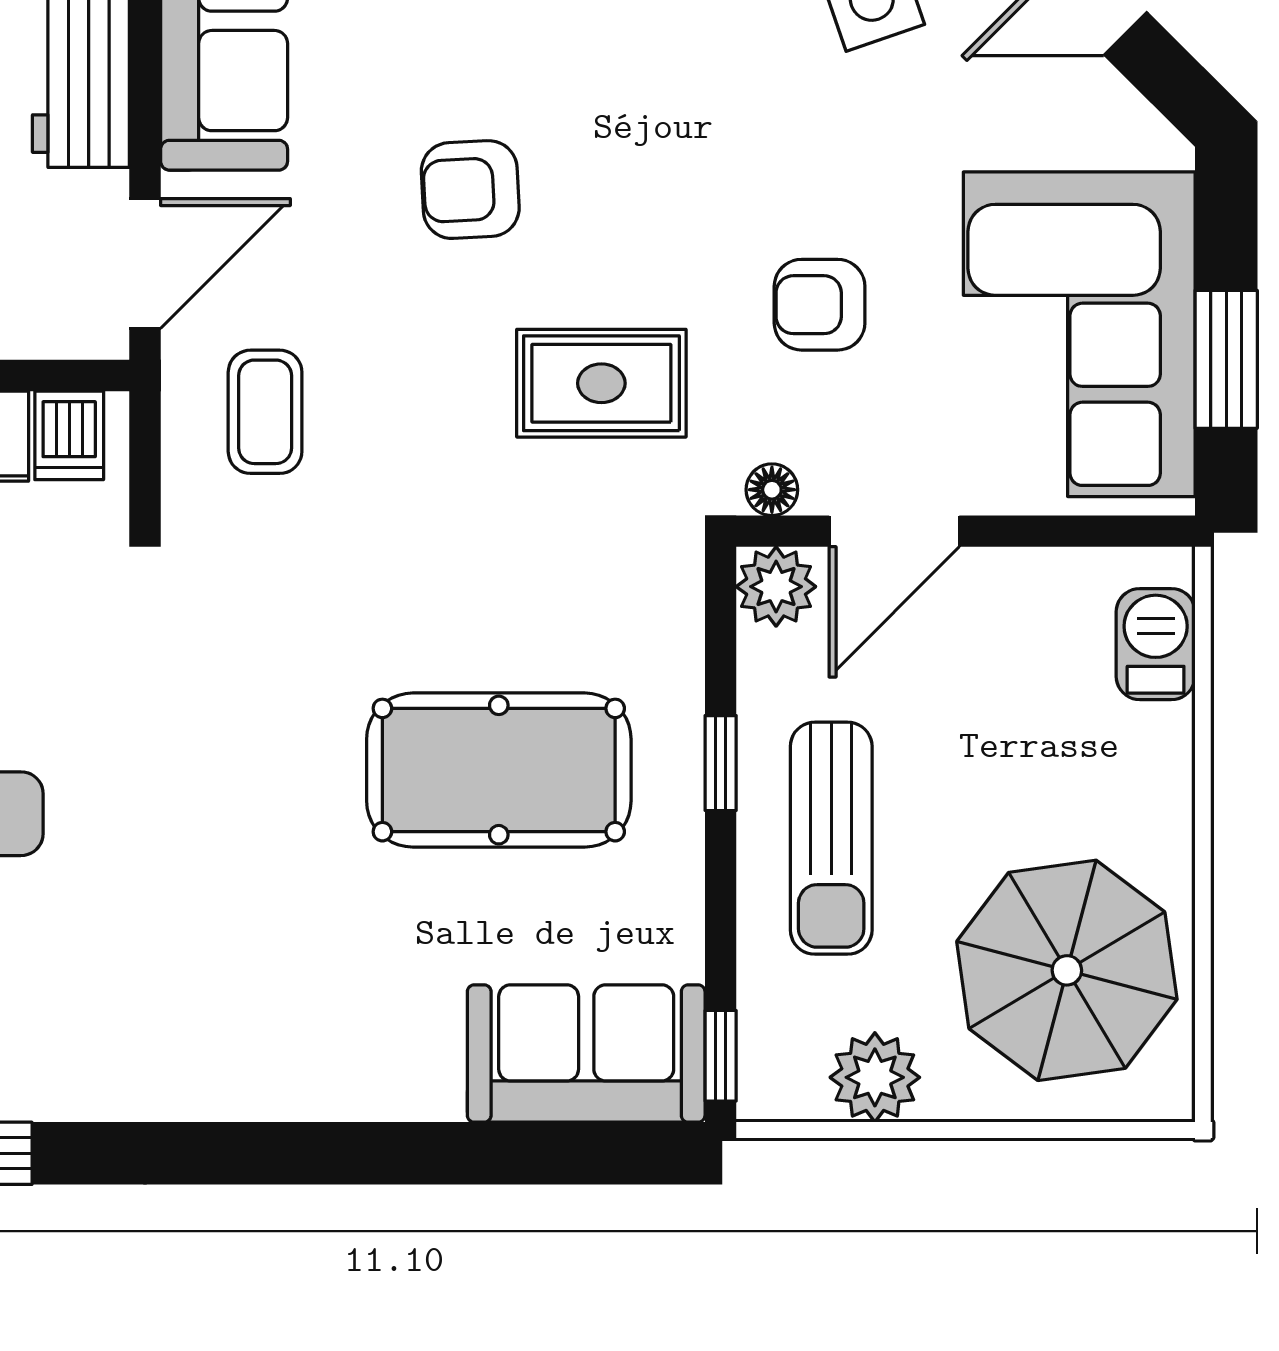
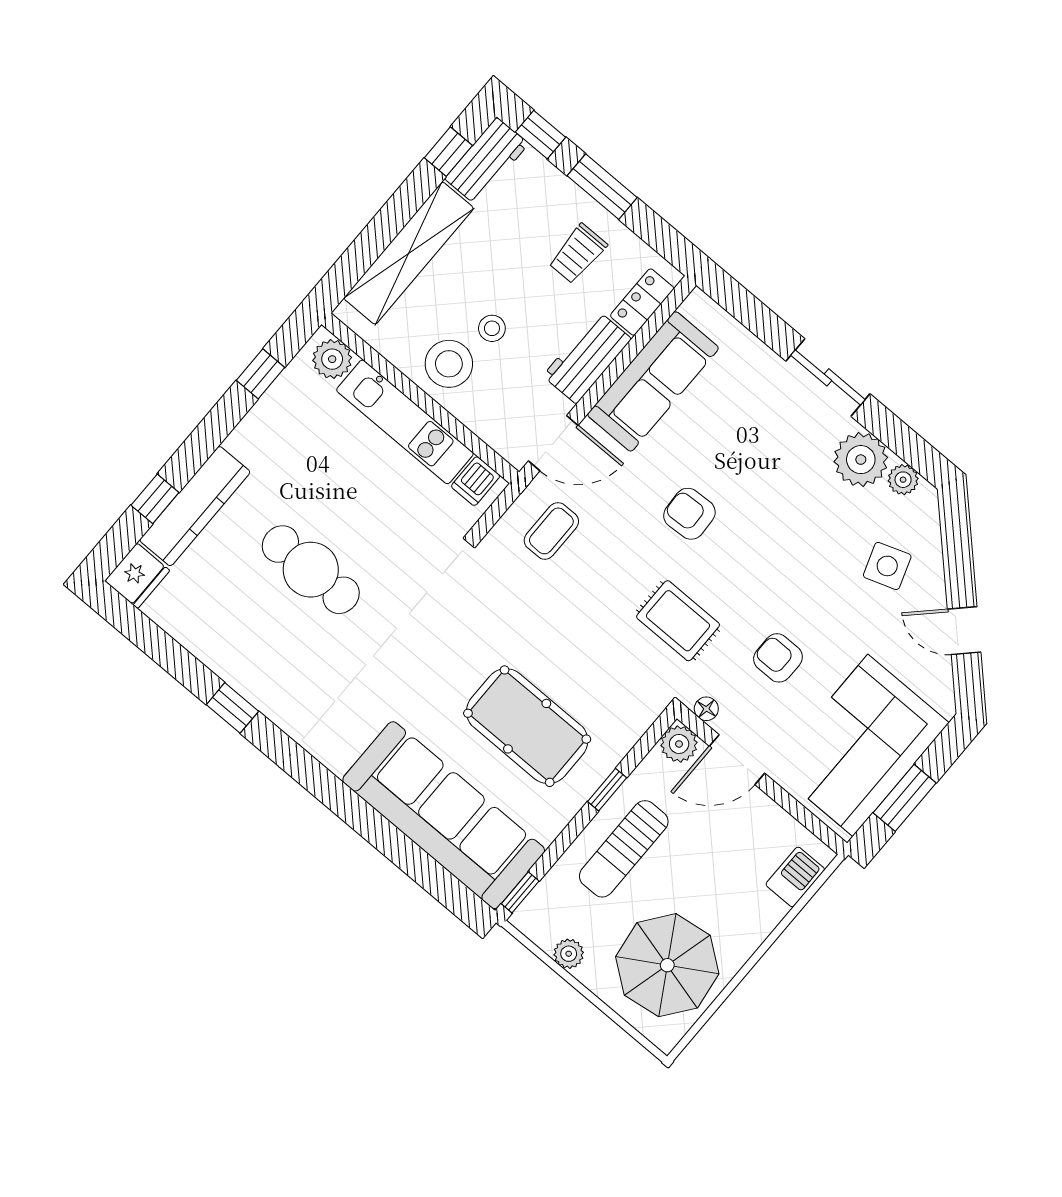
sofa: (586, 1053) -> (444, 815), width x1.85, depth x1.27
plant: (875, 1077) -> (569, 954), width x0.73, depth x0.73

